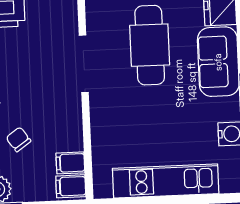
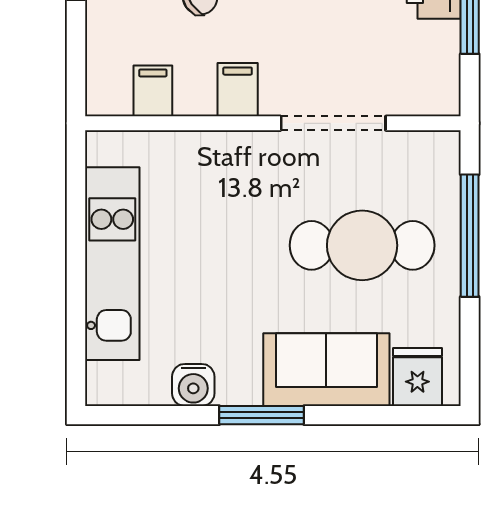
filing cabinet: (71, 186) -> (238, 90), moved

